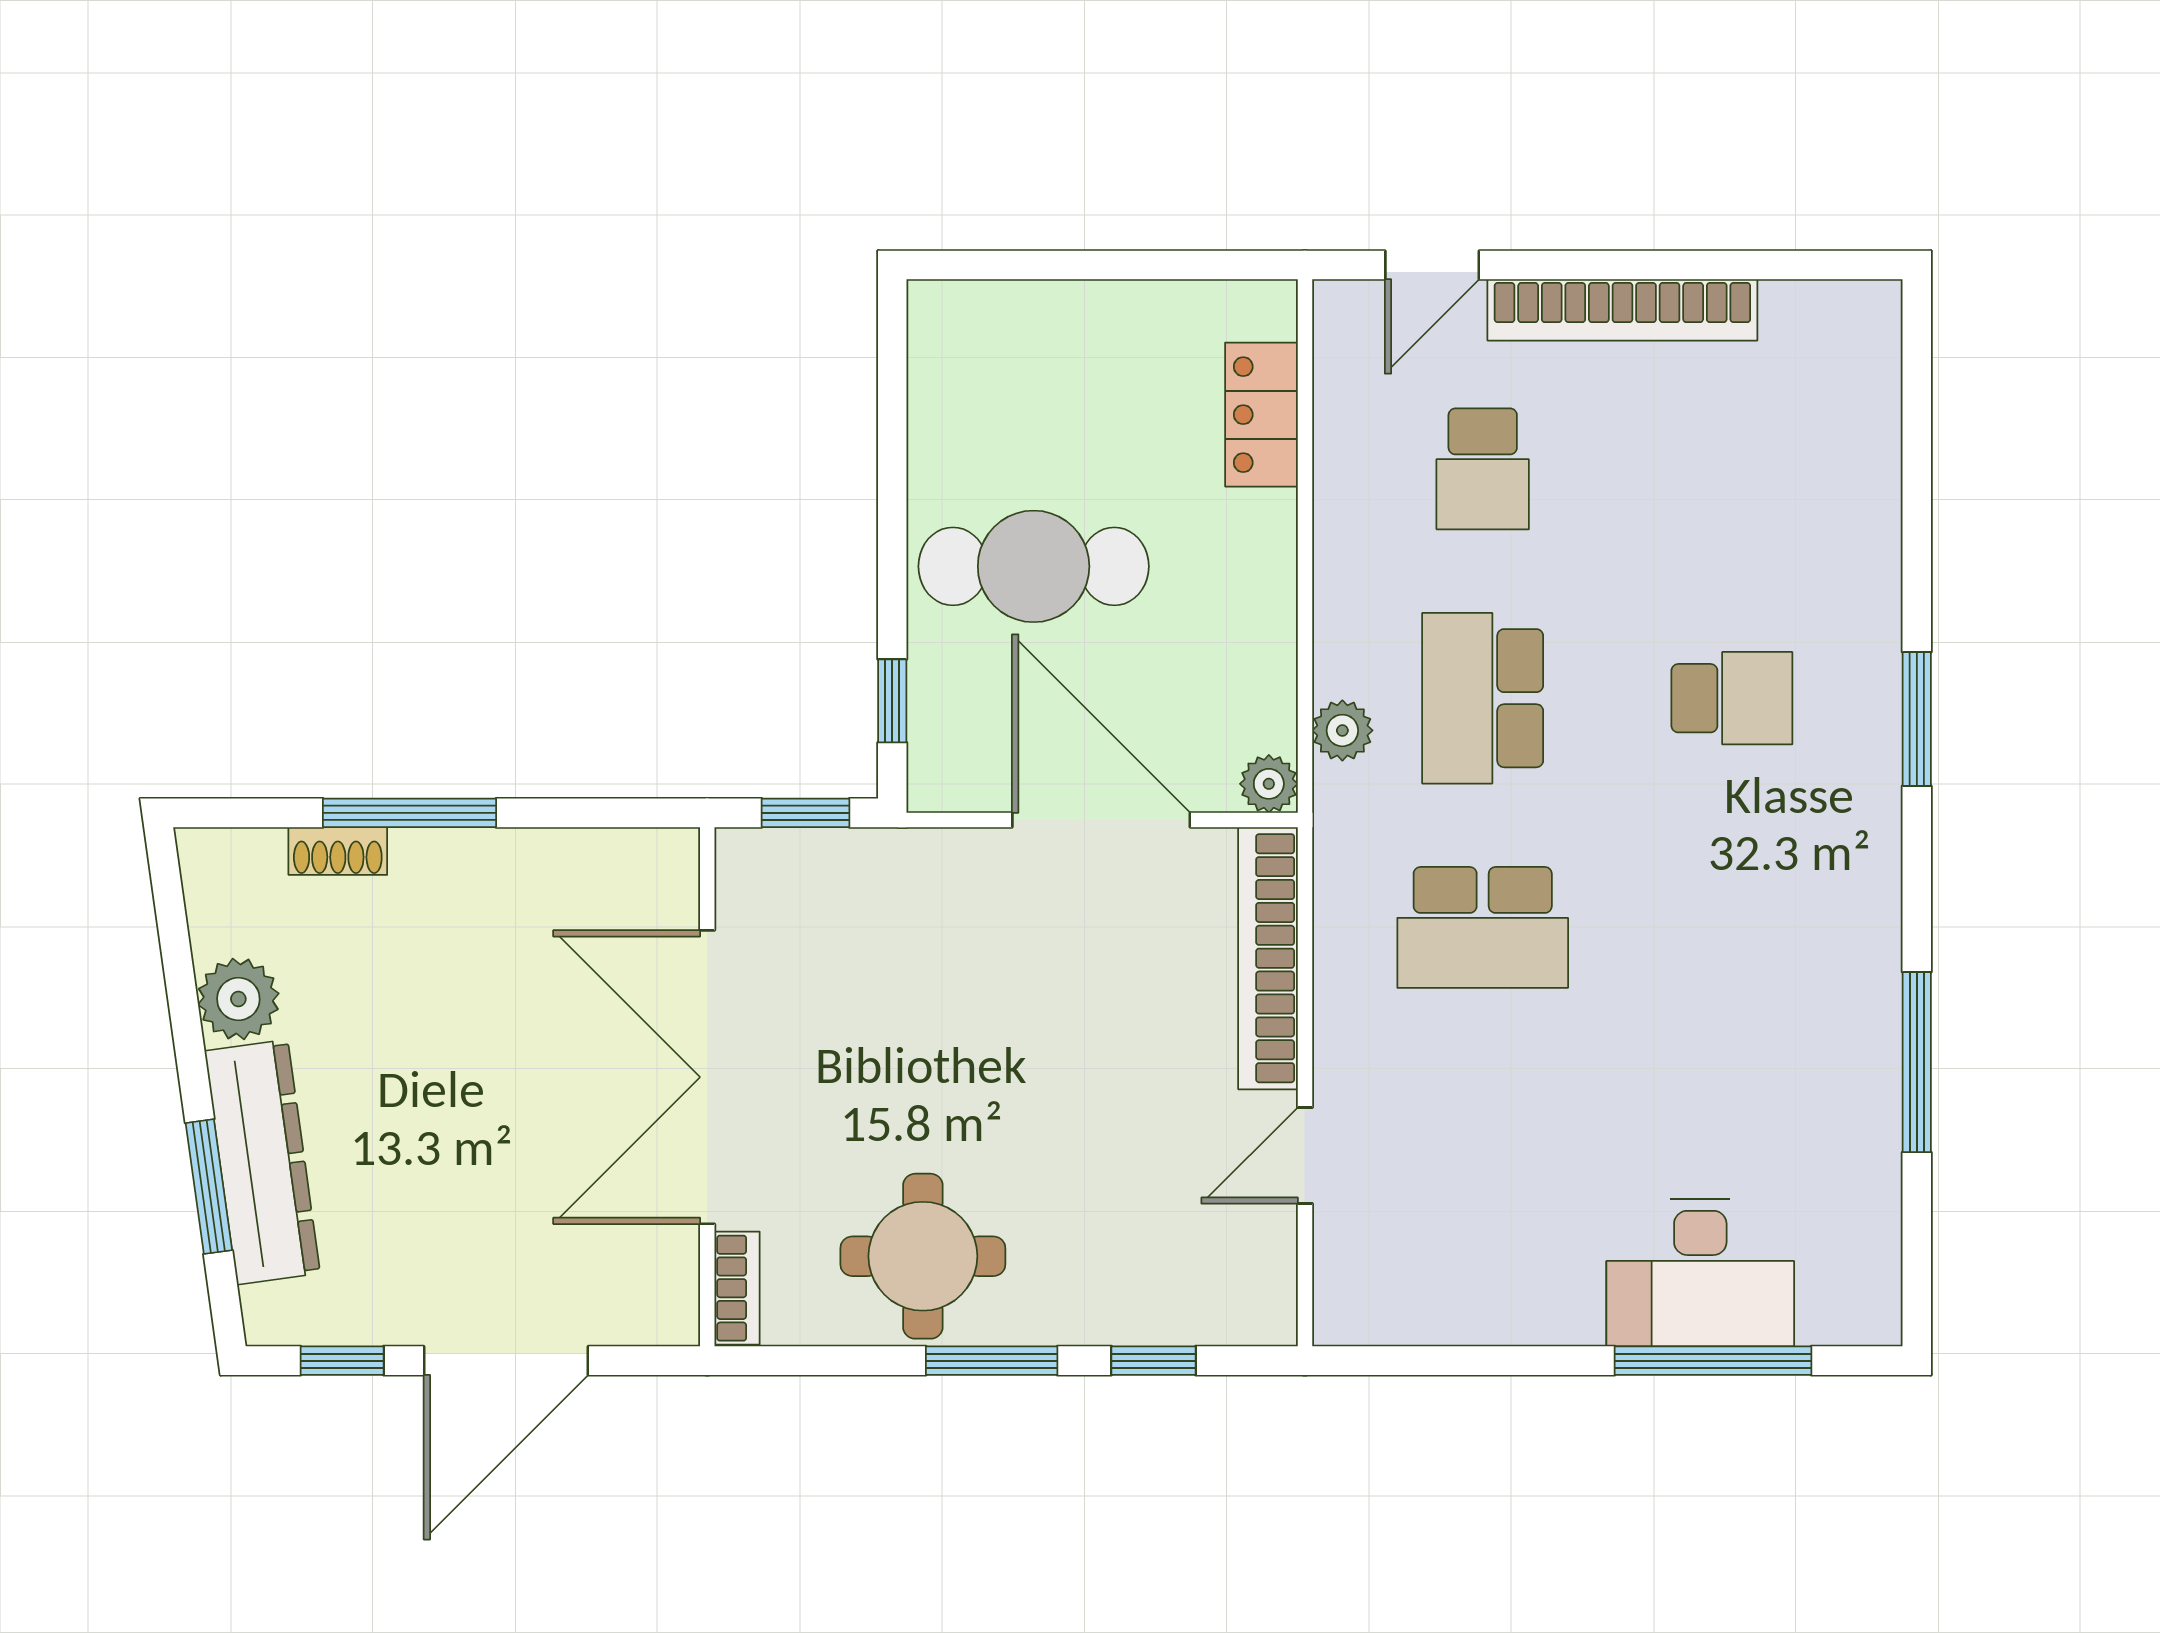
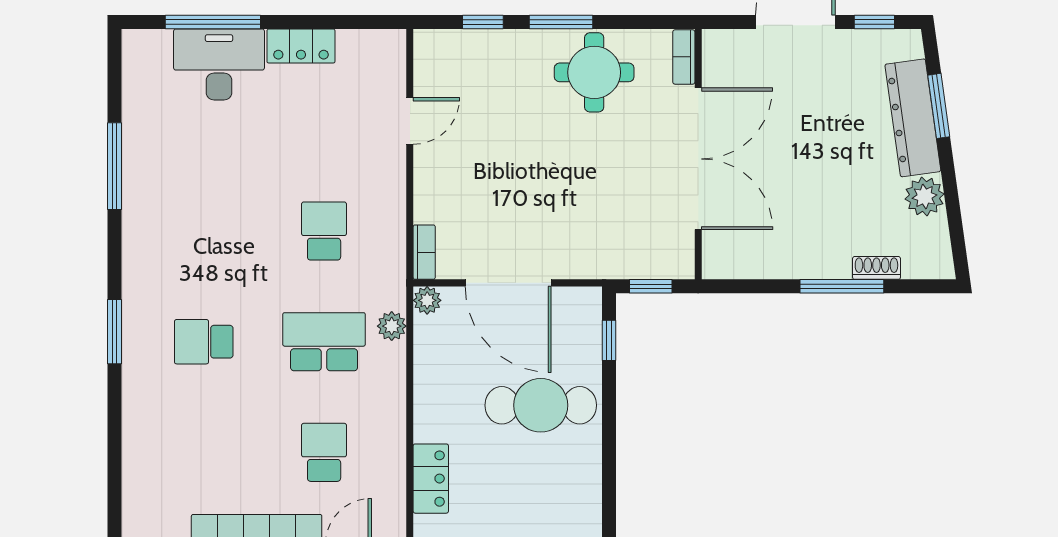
school desk: (1483, 698) -> (324, 342), turned -90
school desk: (1483, 927) -> (324, 231), width x0.54
bookcase: (1268, 958) -> (424, 252), width x0.43, depth x0.76
locker: (1530, 1311) -> (301, 46), added

